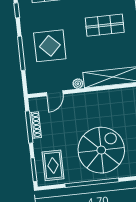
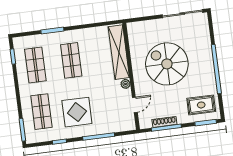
display table: (50, 46) -> (77, 112), moved
door: (55, 93) -> (135, 105), hinge flipped
spiral stairs: (101, 150) -> (167, 64), moved

